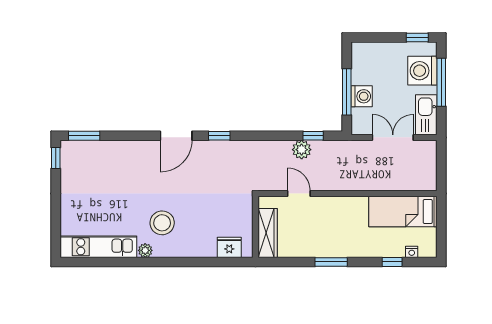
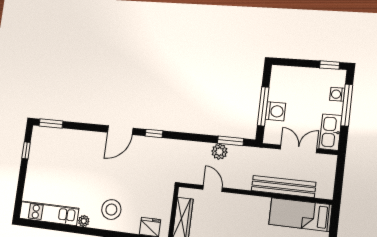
washing machine: (422, 71) -> (337, 94), width x0.53, depth x0.53
window: (313, 136) -> (230, 141), width x1.50
window: (56, 158) -> (26, 150), moved
bench: (380, 182) -> (283, 186), added
stool: (162, 223) -> (111, 210), moved

